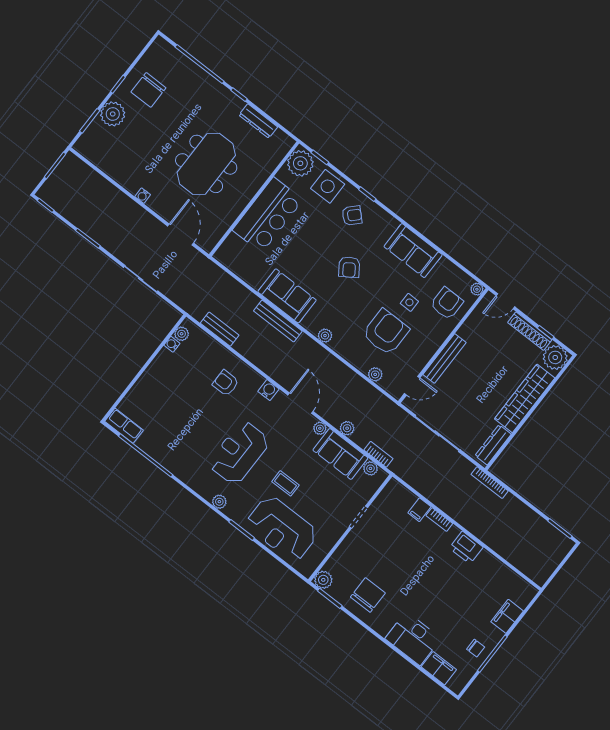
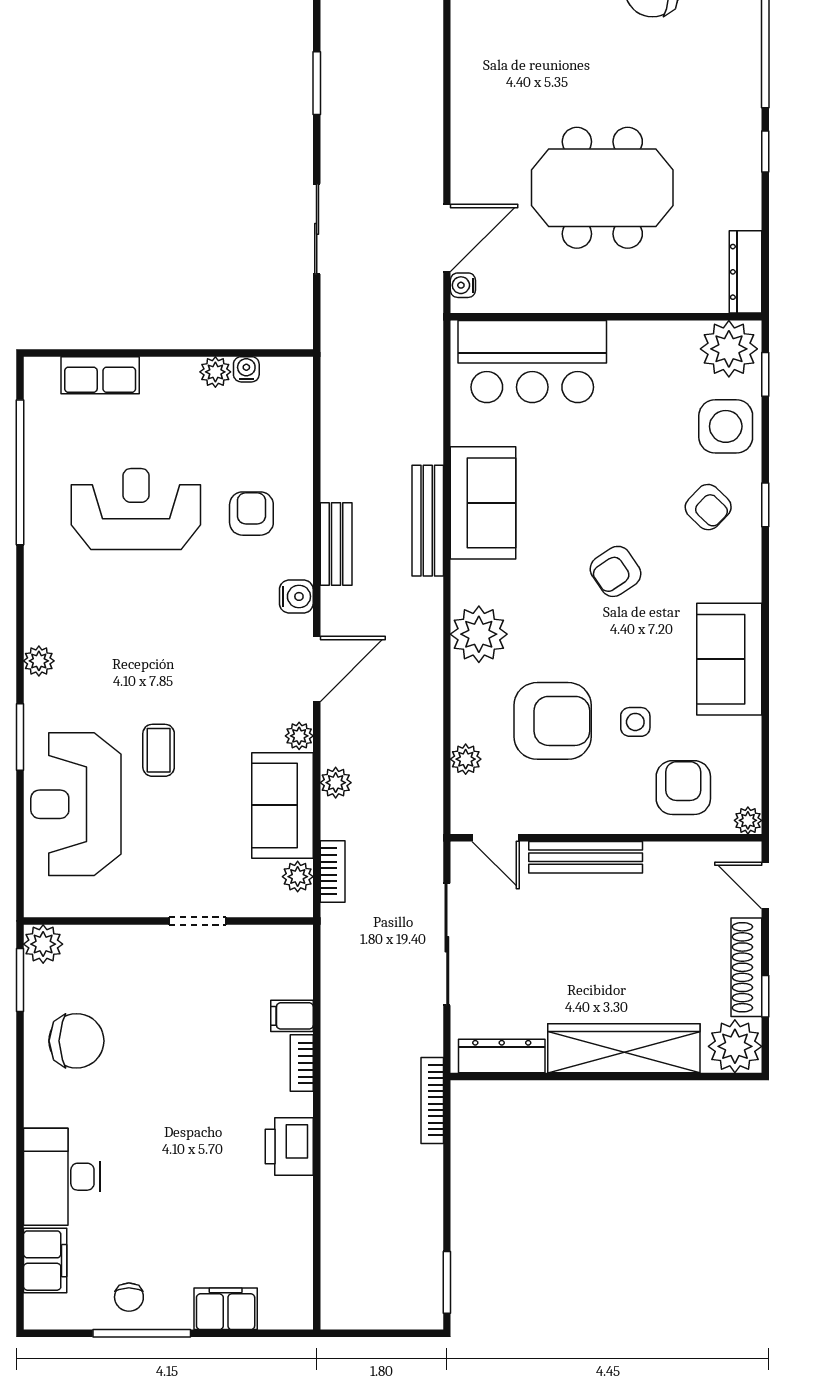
dresser: (258, 121) -> (745, 272), moved
water cooler: (143, 196) -> (463, 285), moved
bar counter: (268, 215) -> (532, 362), moved
armchair: (447, 303) -> (683, 788), turned -90
bench: (220, 329) -> (336, 544), moved
plant: (182, 334) -> (215, 372), moved
plant: (325, 336) -> (479, 634), width x1.87, depth x1.87
row of seats: (124, 426) -> (100, 375), moved, turned 90
reception desk: (239, 453) -> (136, 509), moved

